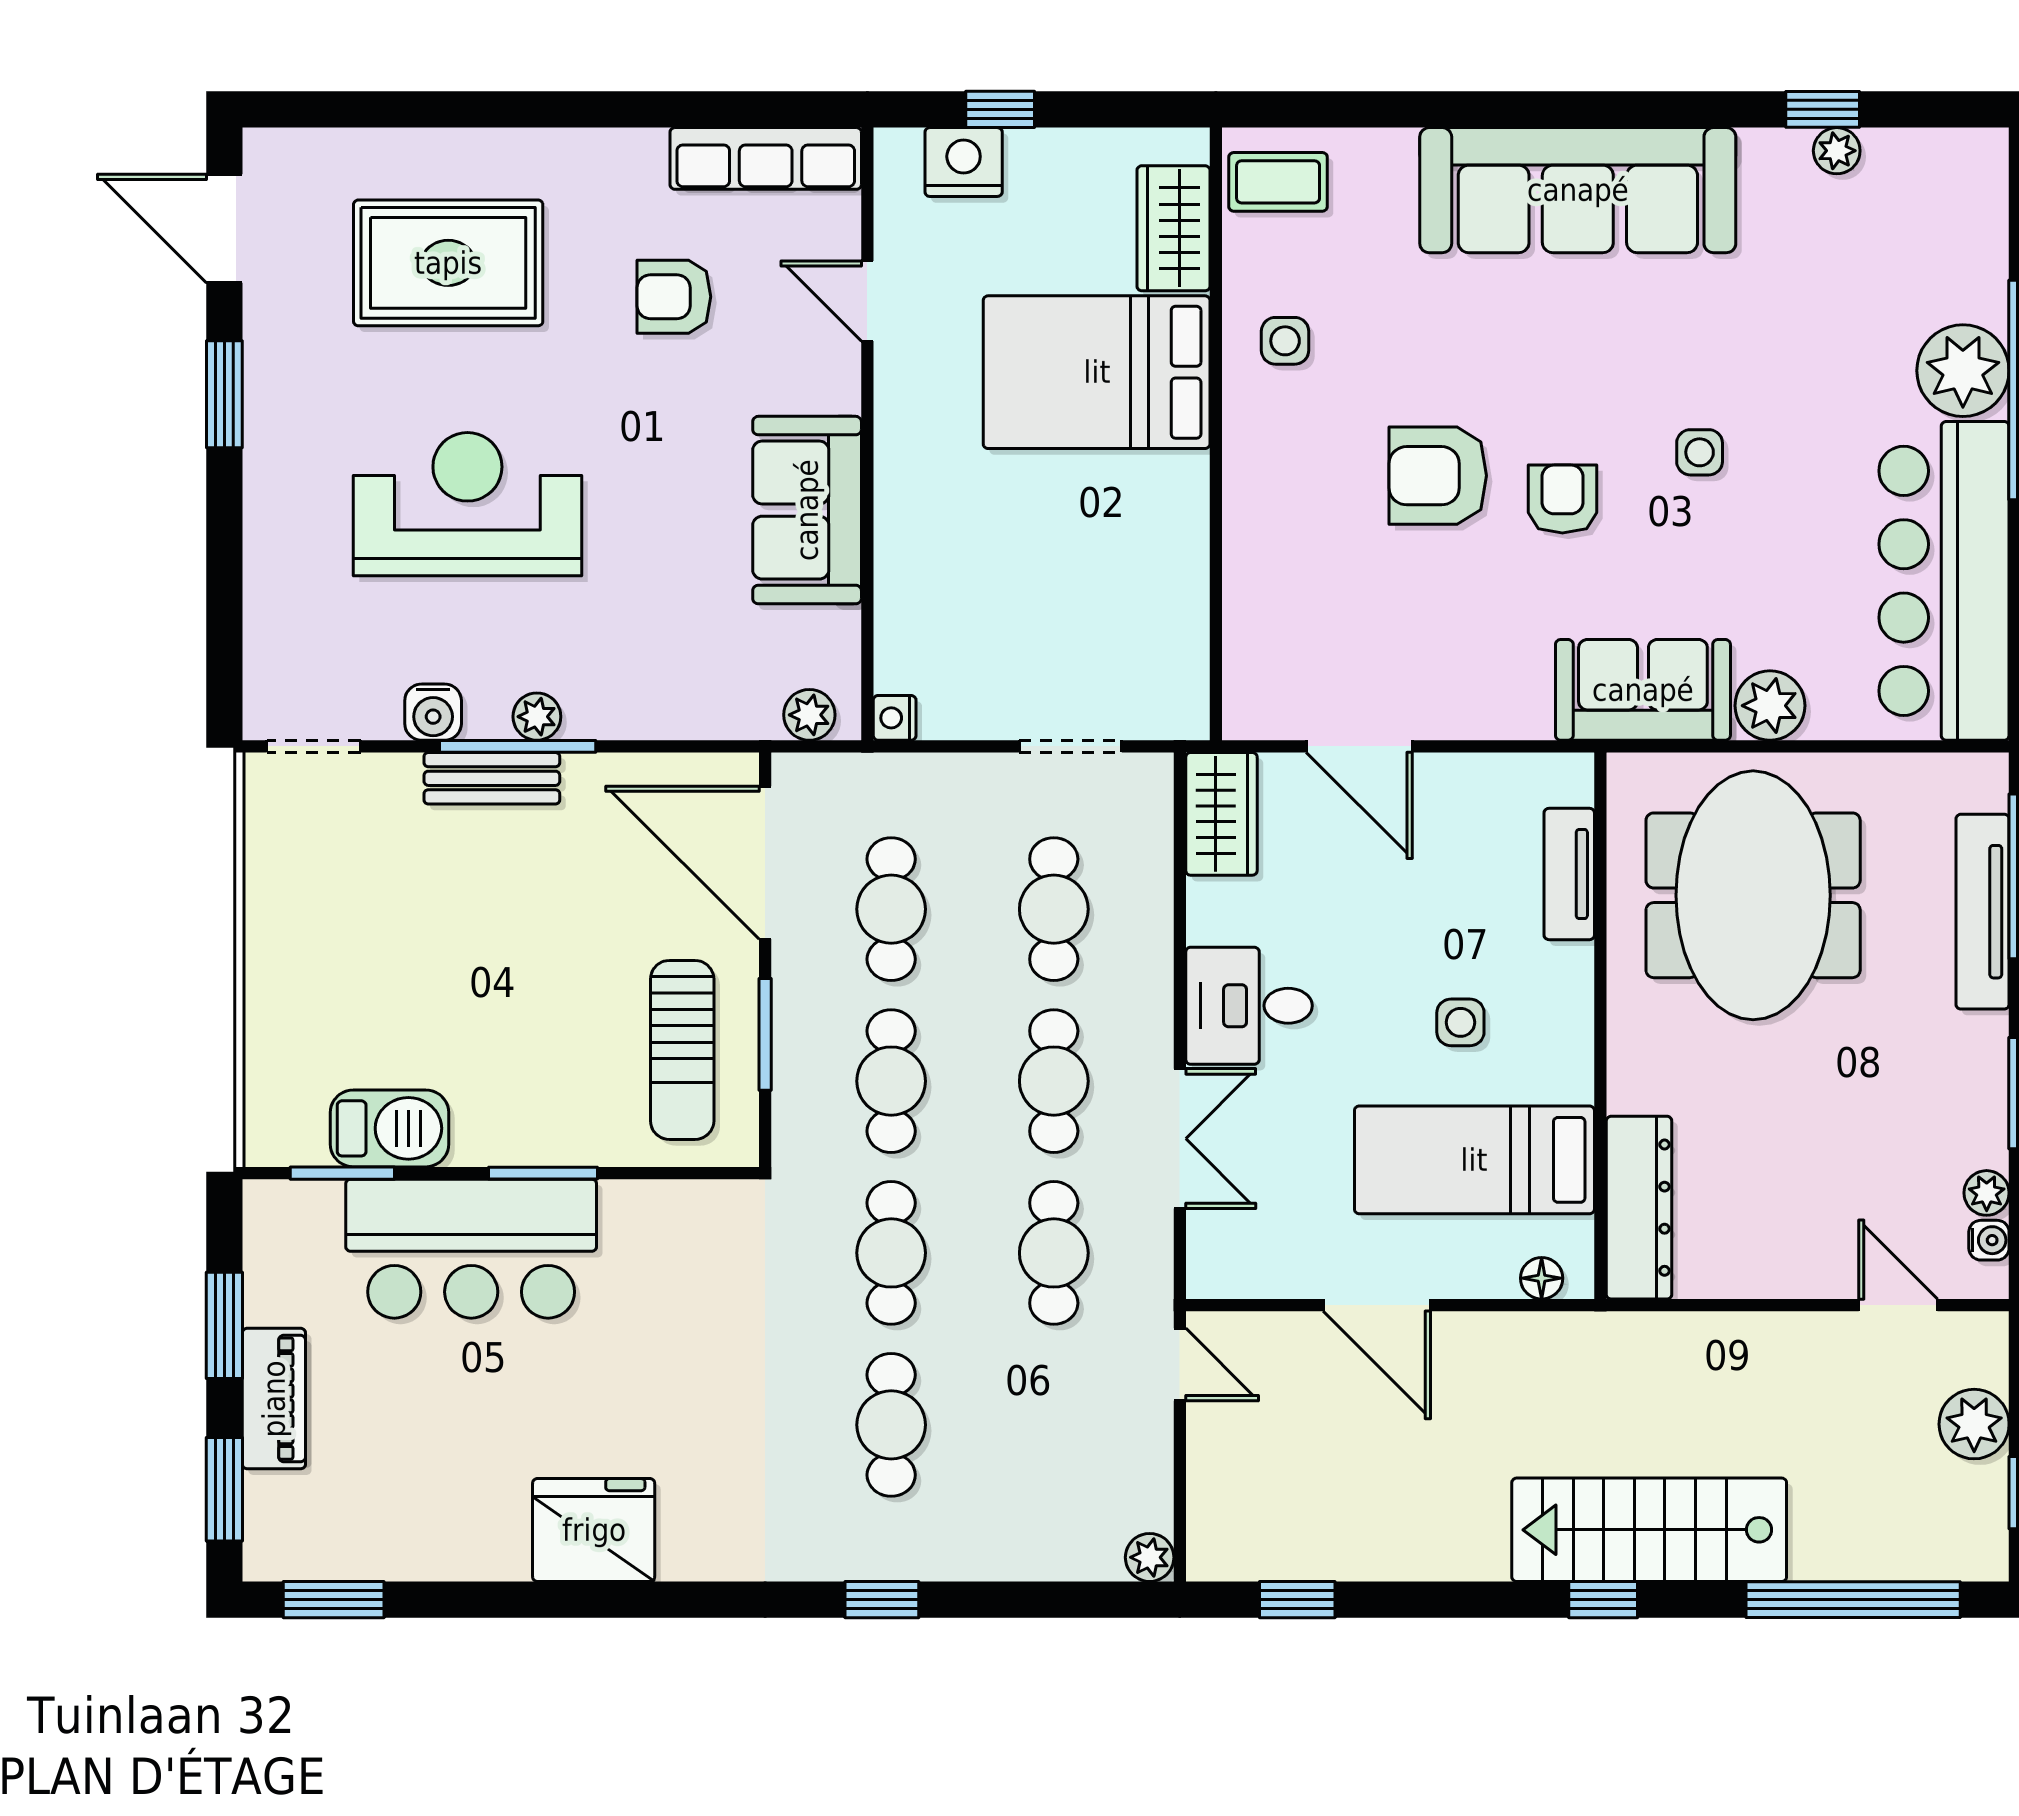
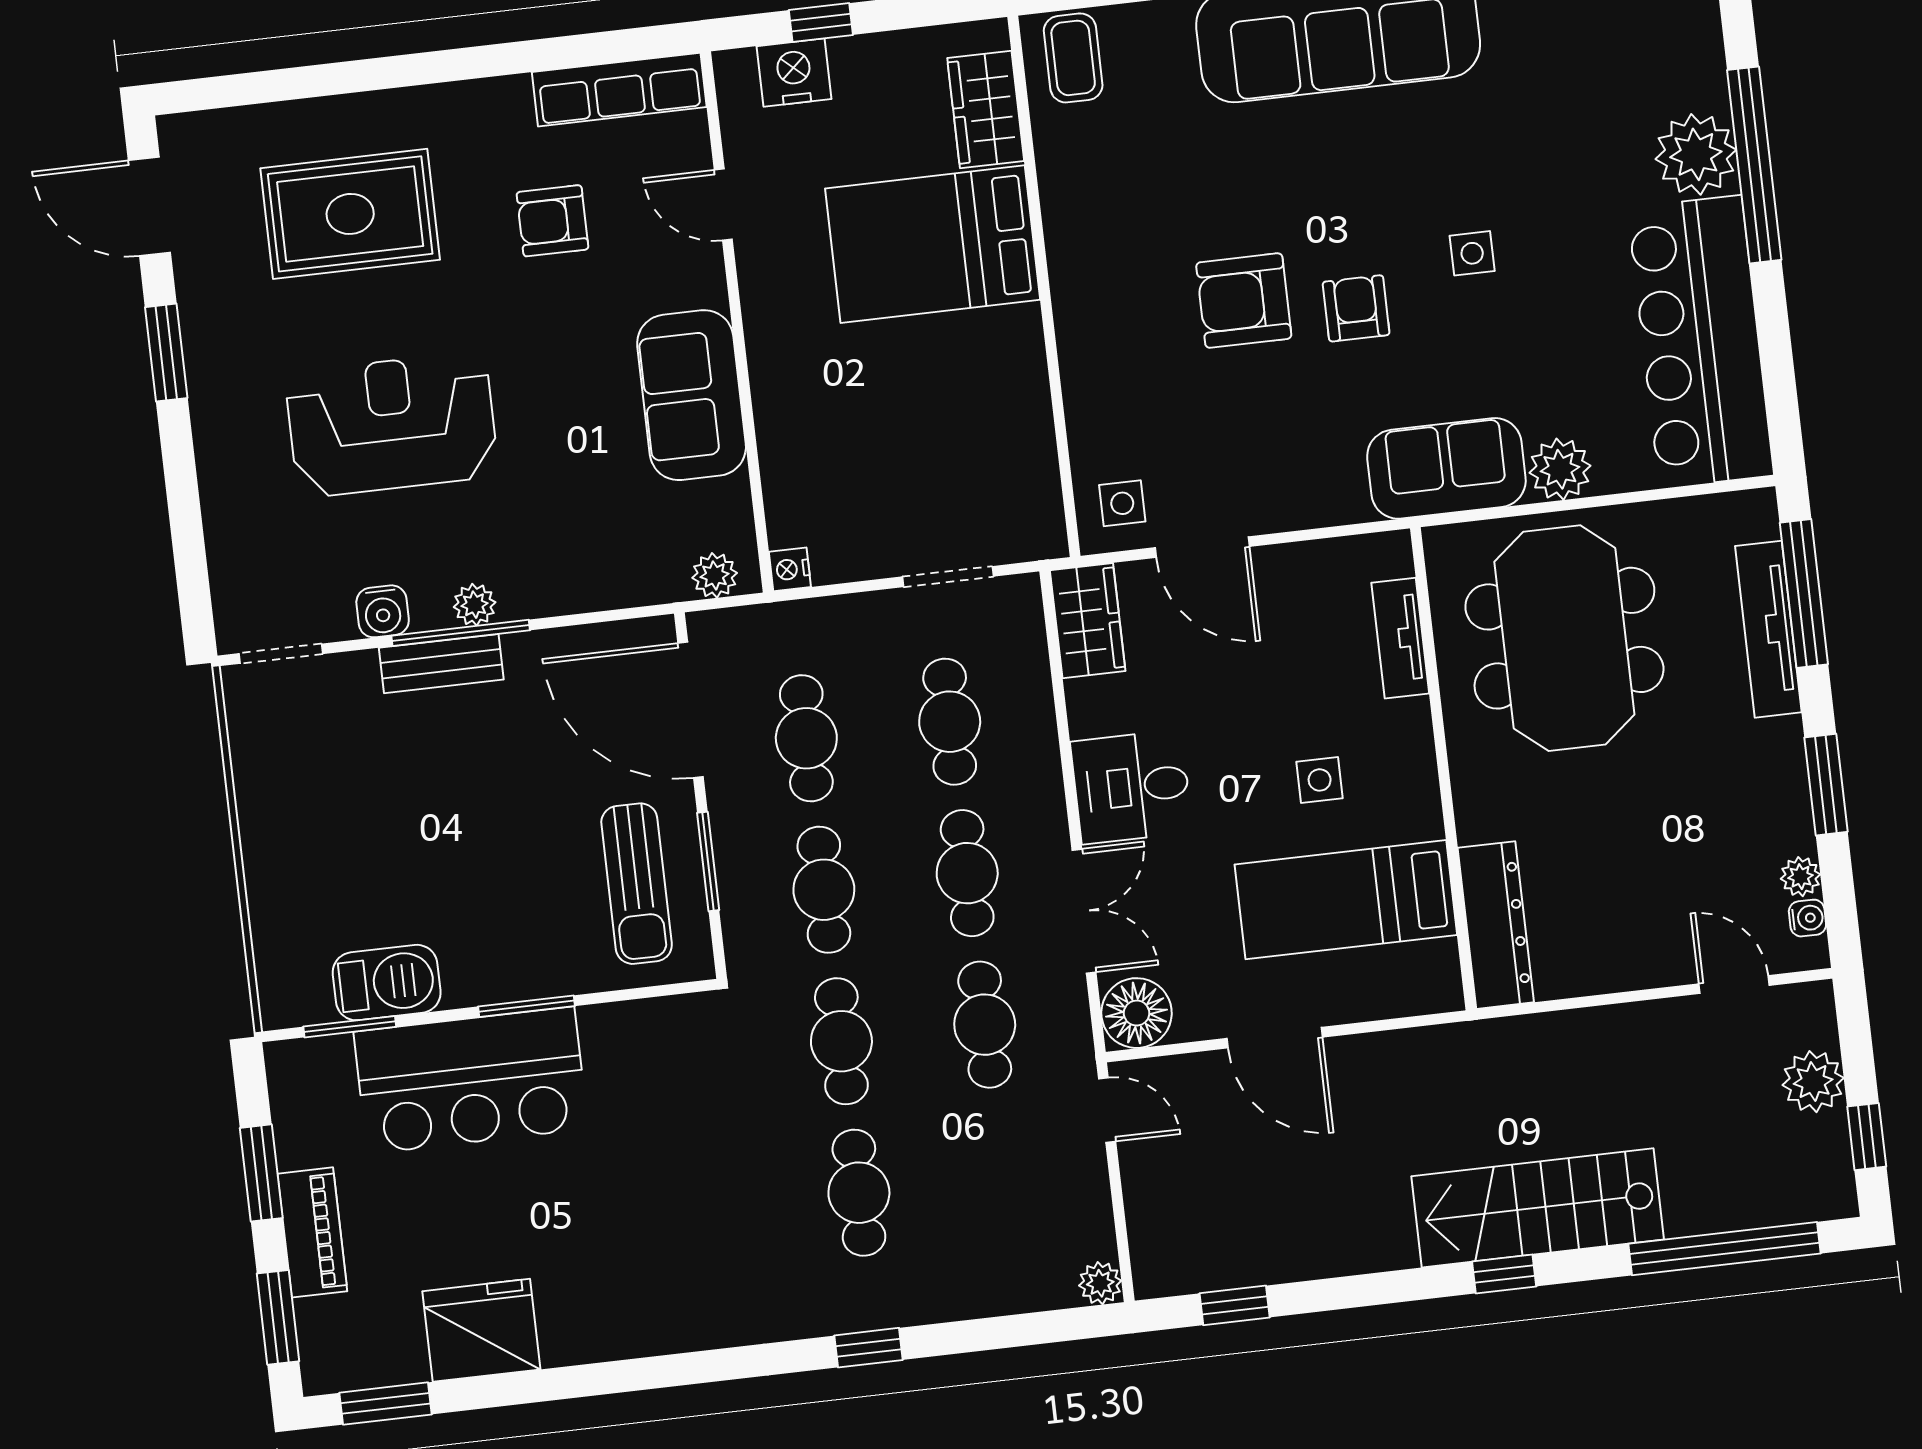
coffee table: (1278, 182) -> (1073, 58), turned 90
side table: (1285, 341) -> (1122, 503), moved
floor lamp: (1542, 1278) -> (1137, 1013), moved, width x1.89, depth x1.89
fridge: (594, 1530) -> (481, 1330), moved

